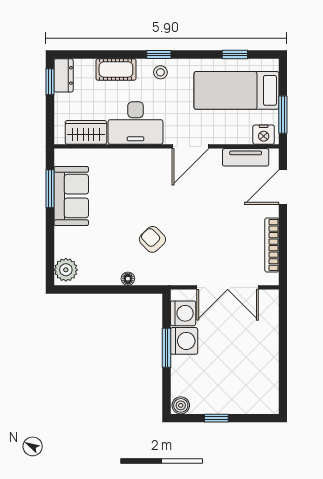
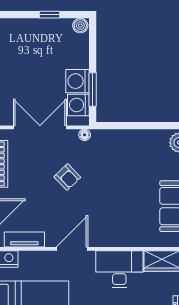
armchair: (152, 239) -> (67, 177), moved
floor lamp: (128, 279) -> (85, 135), moved
window: (166, 348) -> (93, 90), moved

